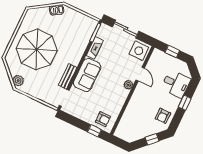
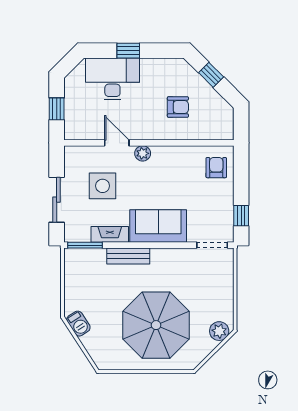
side table: (139, 51) -> (103, 186), moved
door: (140, 74) -> (117, 143), hinge flipped
bench: (68, 76) -> (128, 256), moved
desk: (176, 84) -> (112, 79), width x1.37
armchair: (163, 116) -> (178, 107), moved
window: (94, 131) -> (241, 216), moved

